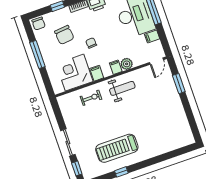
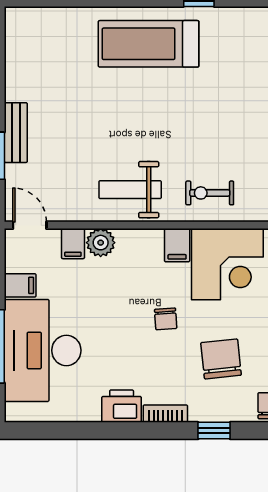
door: (157, 61) -> (30, 225), hinge flipped
filing cabinet: (116, 67) -> (73, 244), moved
bench: (174, 95) -> (16, 133), added
treadmill: (117, 148) -> (149, 44), moved, turned 180

